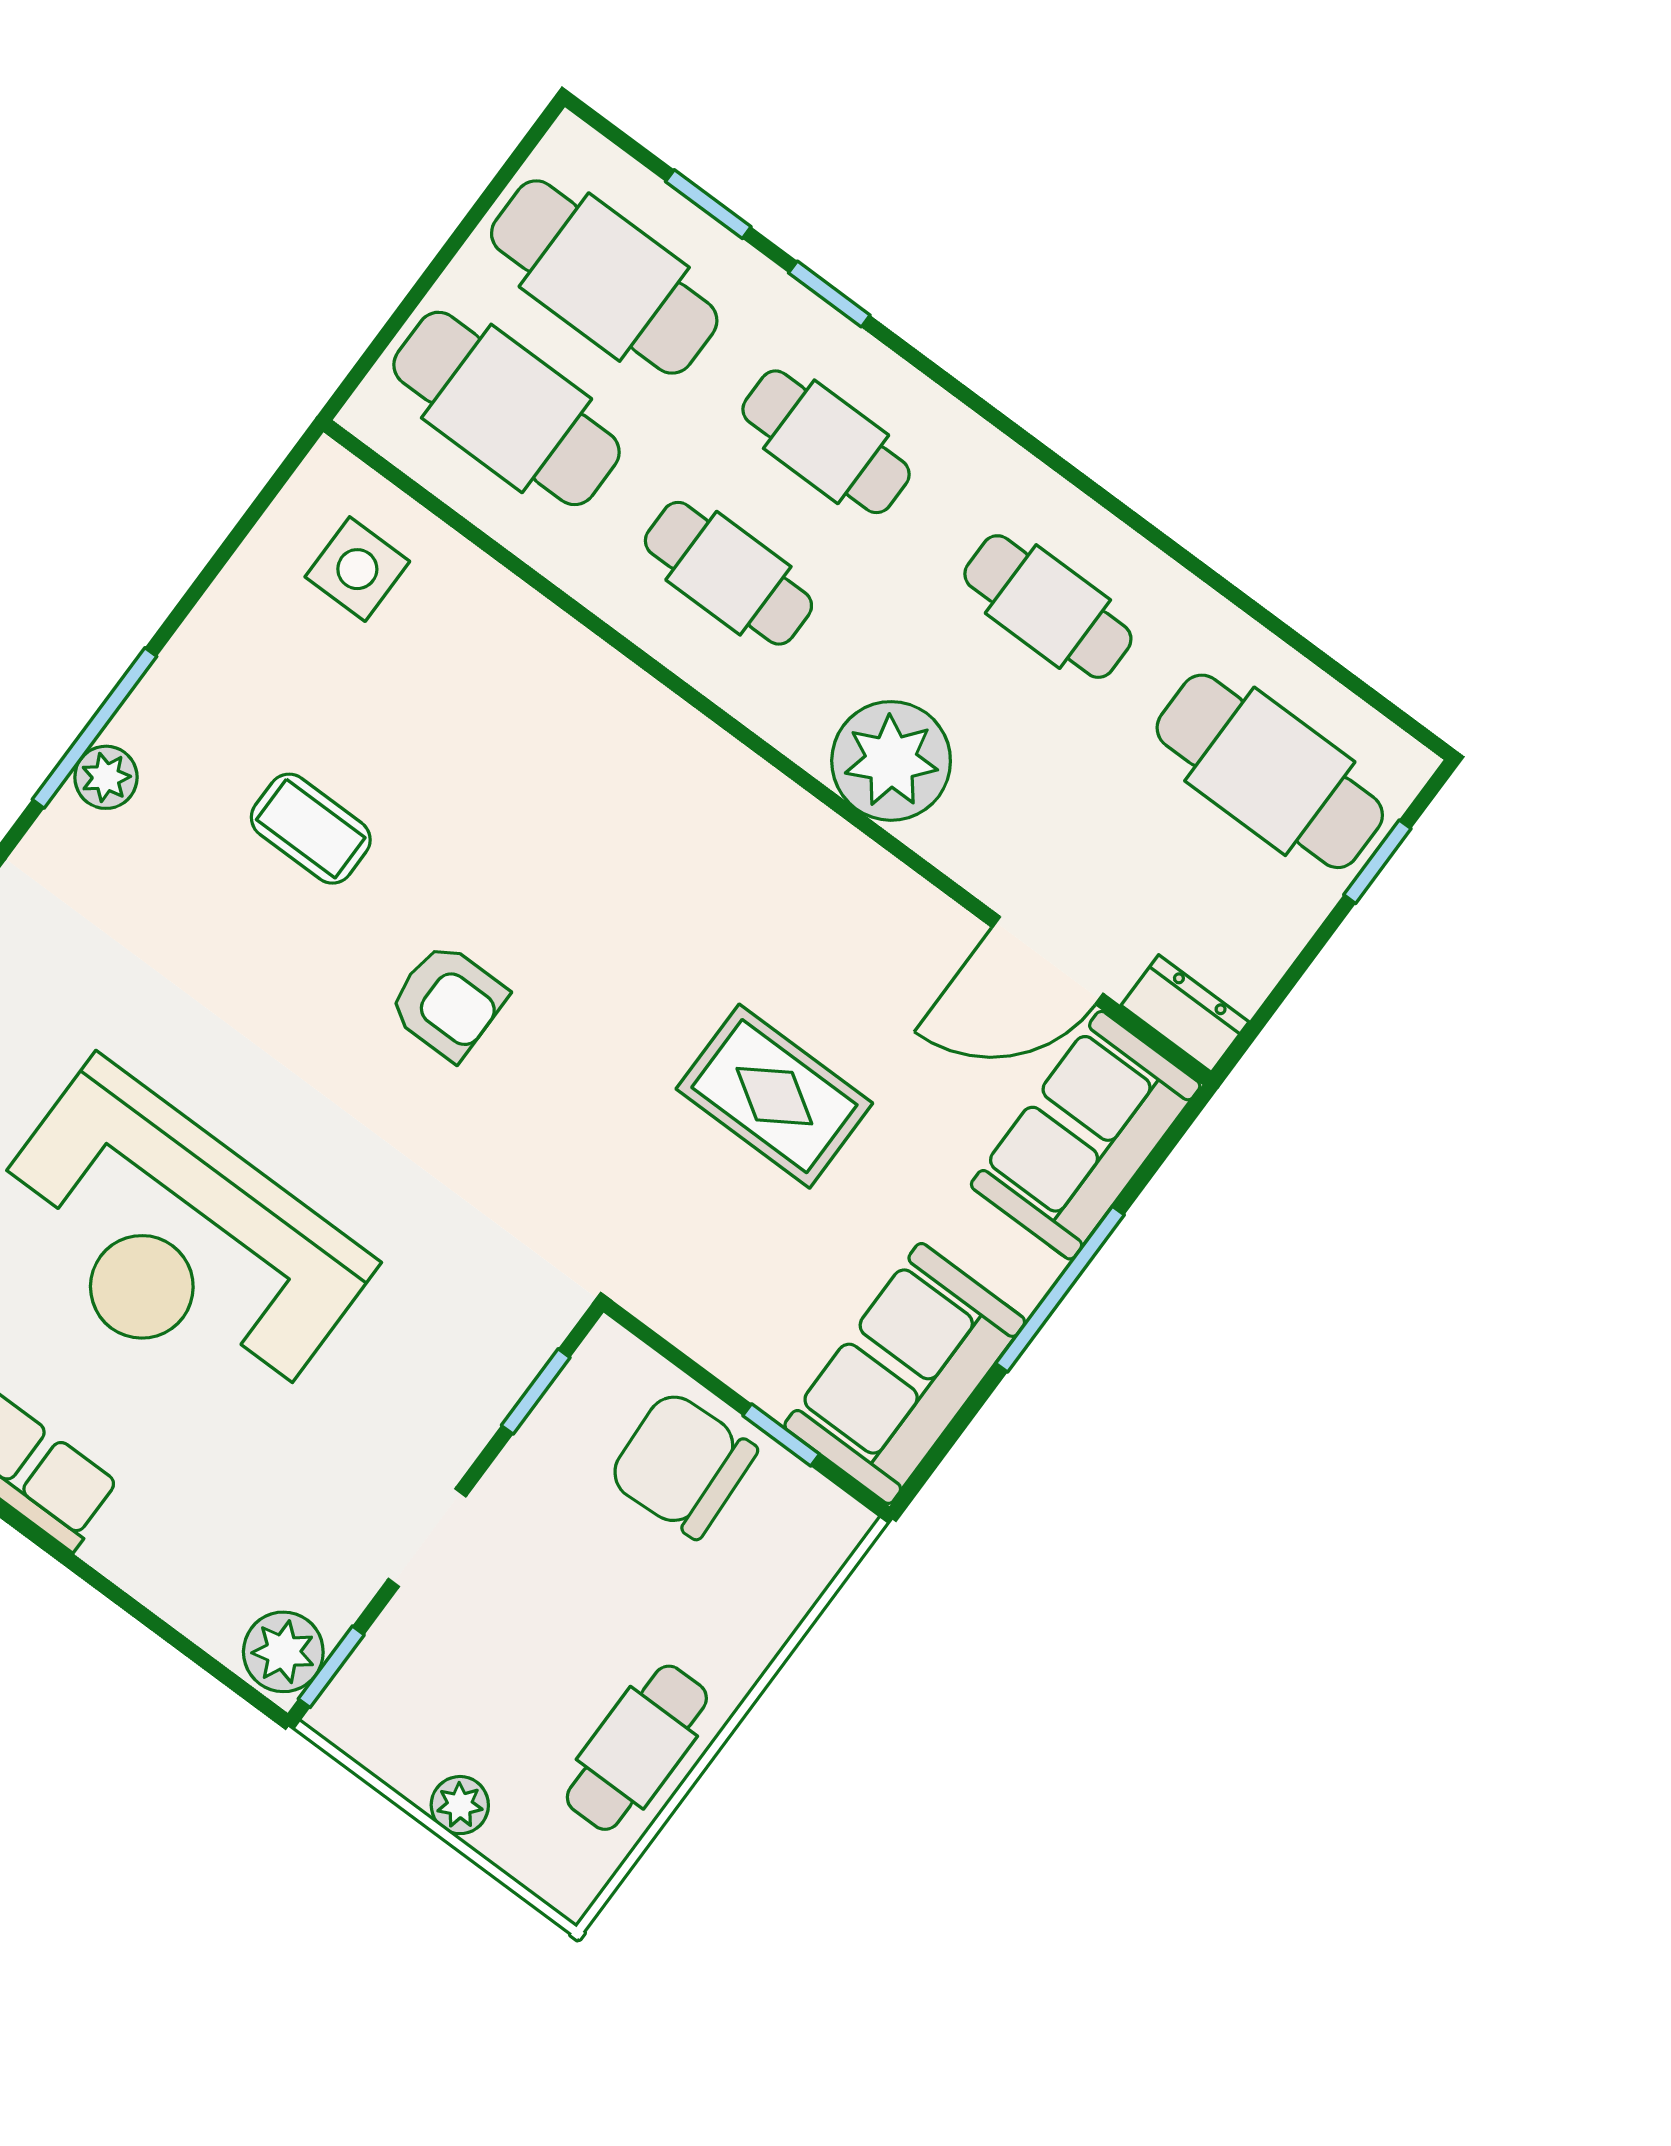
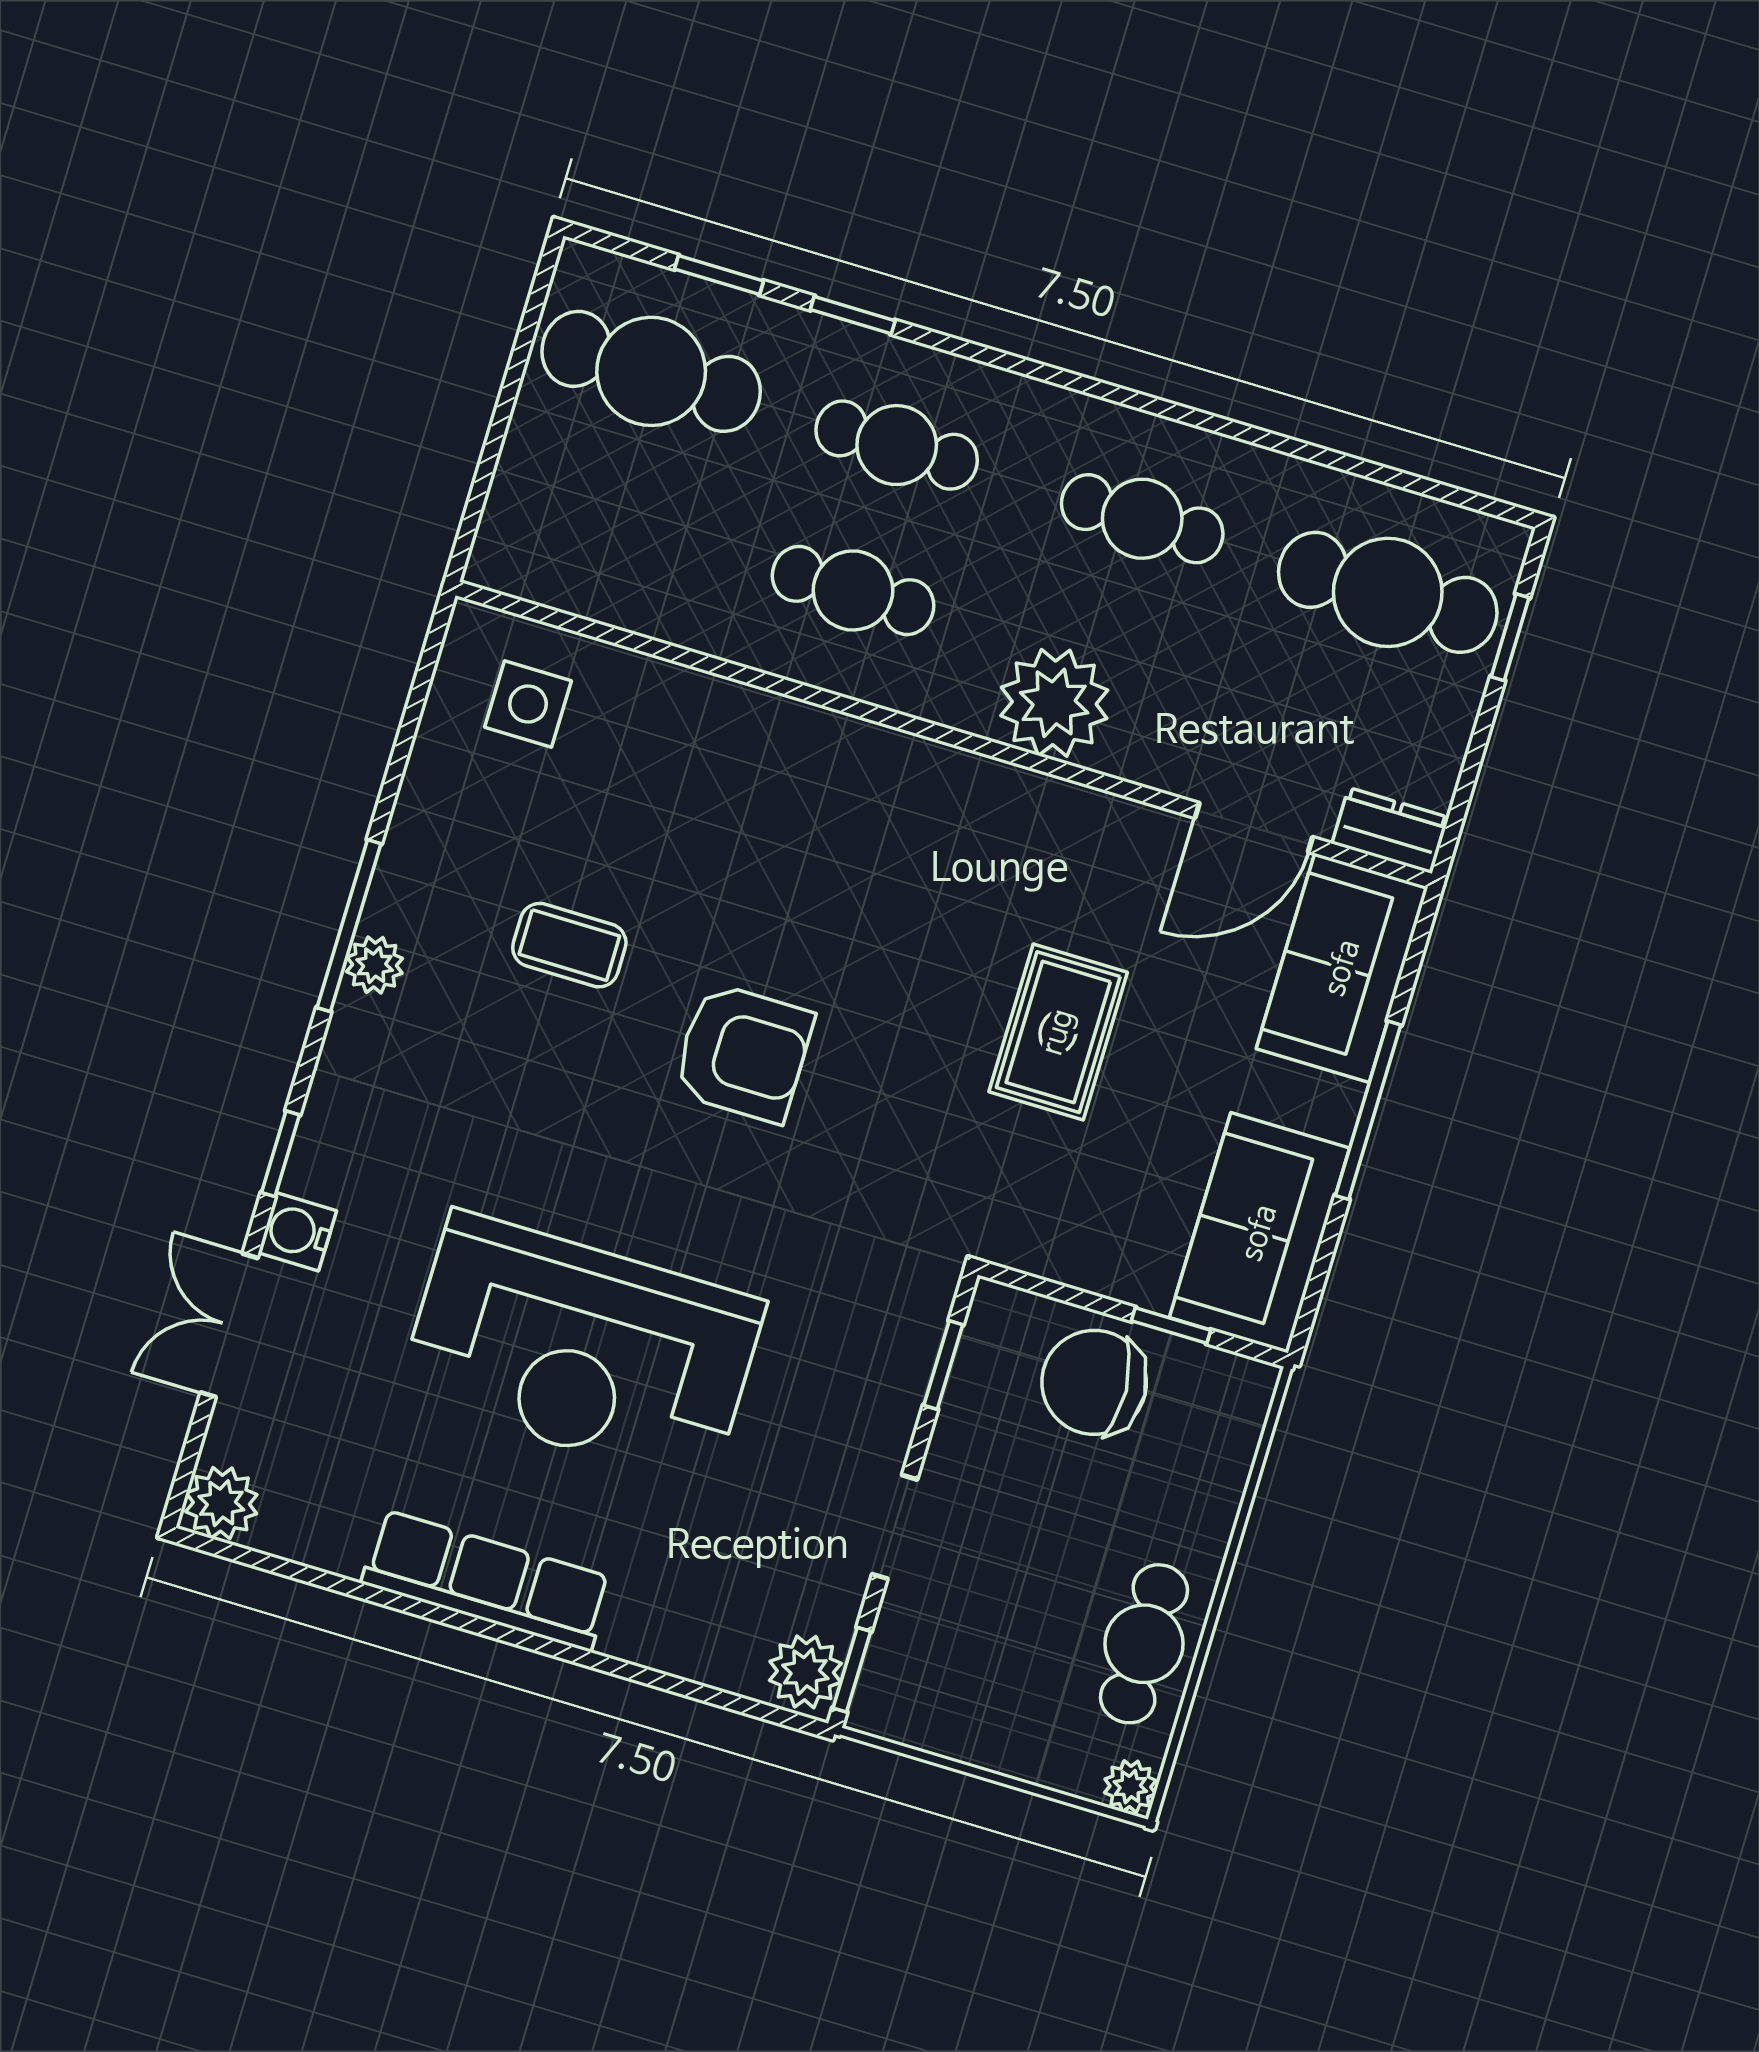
cafe table: (507, 408) -> (607, 517), removed
armchair: (448, 1002) -> (743, 1053), width x1.38, depth x1.38
rug: (774, 1096) -> (1058, 1032), turned 90
plant: (460, 1805) -> (1130, 1787), moved

